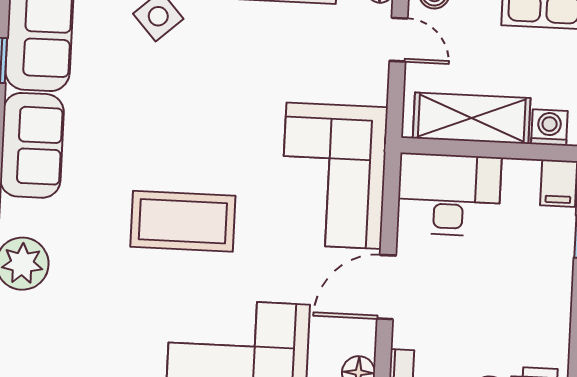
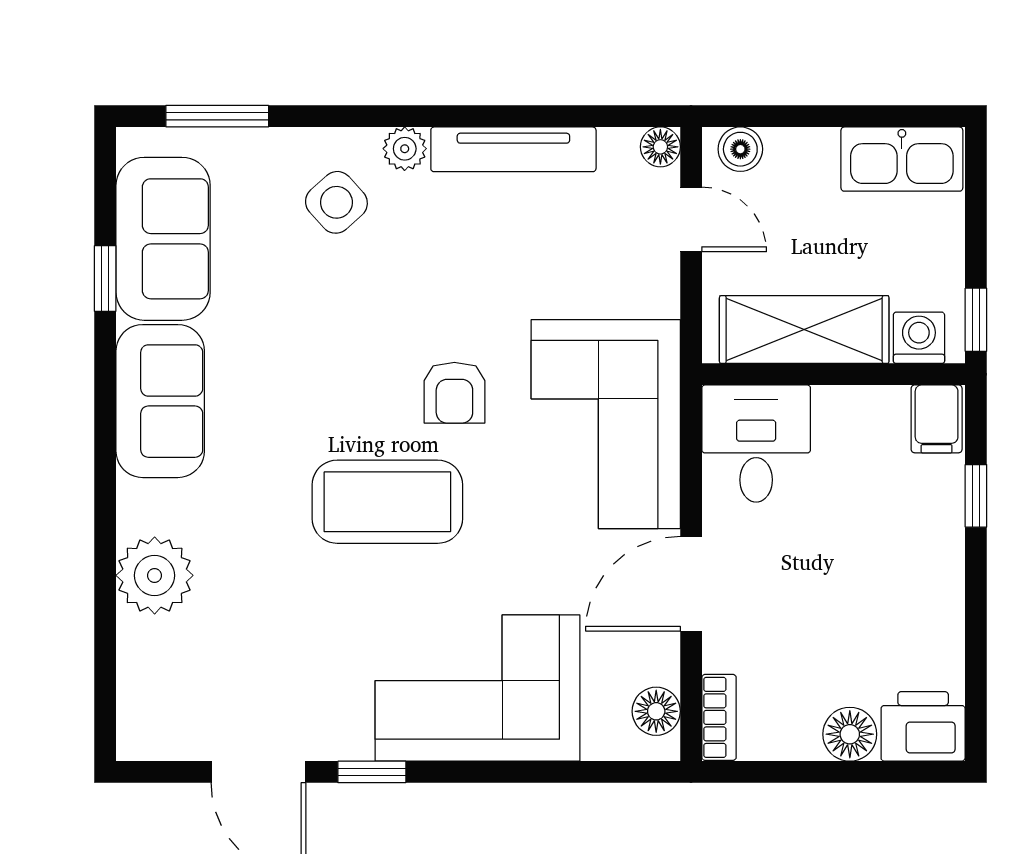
armchair: (232, 149) -> (454, 393), added
desk: (449, 195) -> (756, 444), width x0.73

